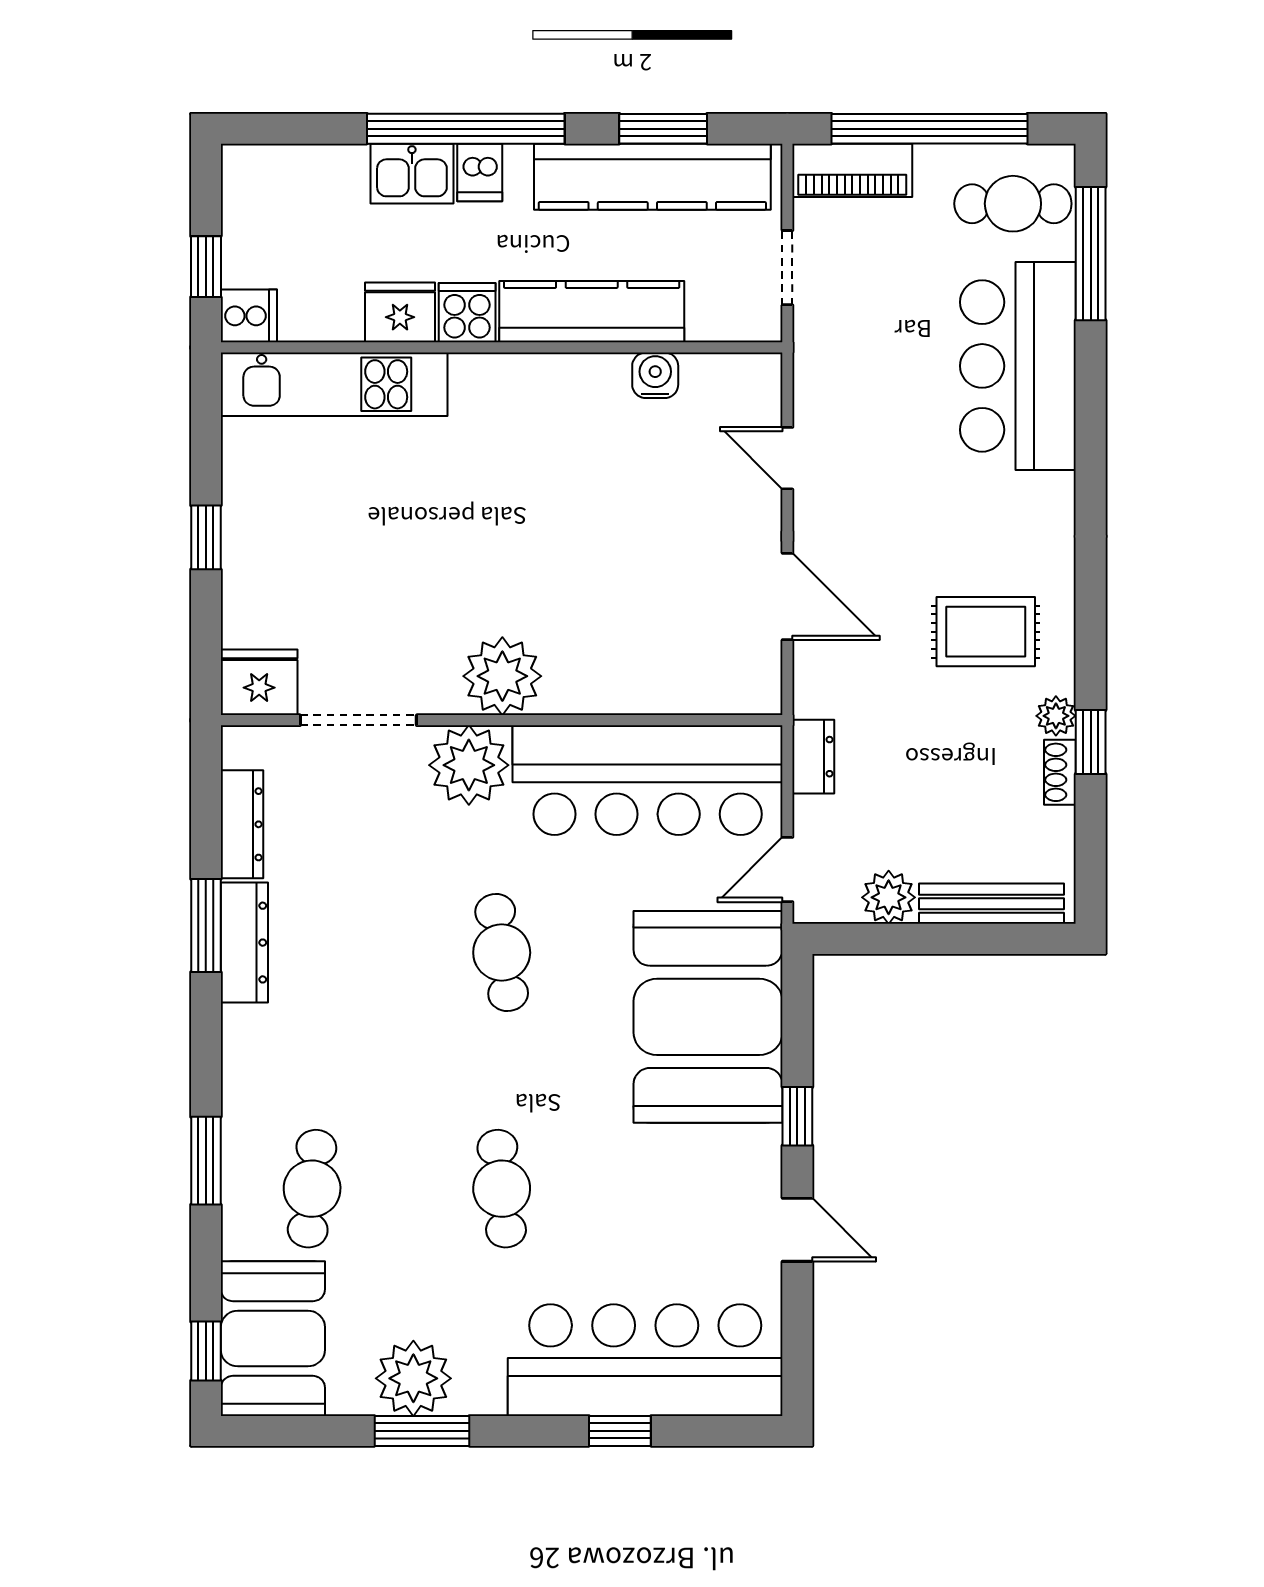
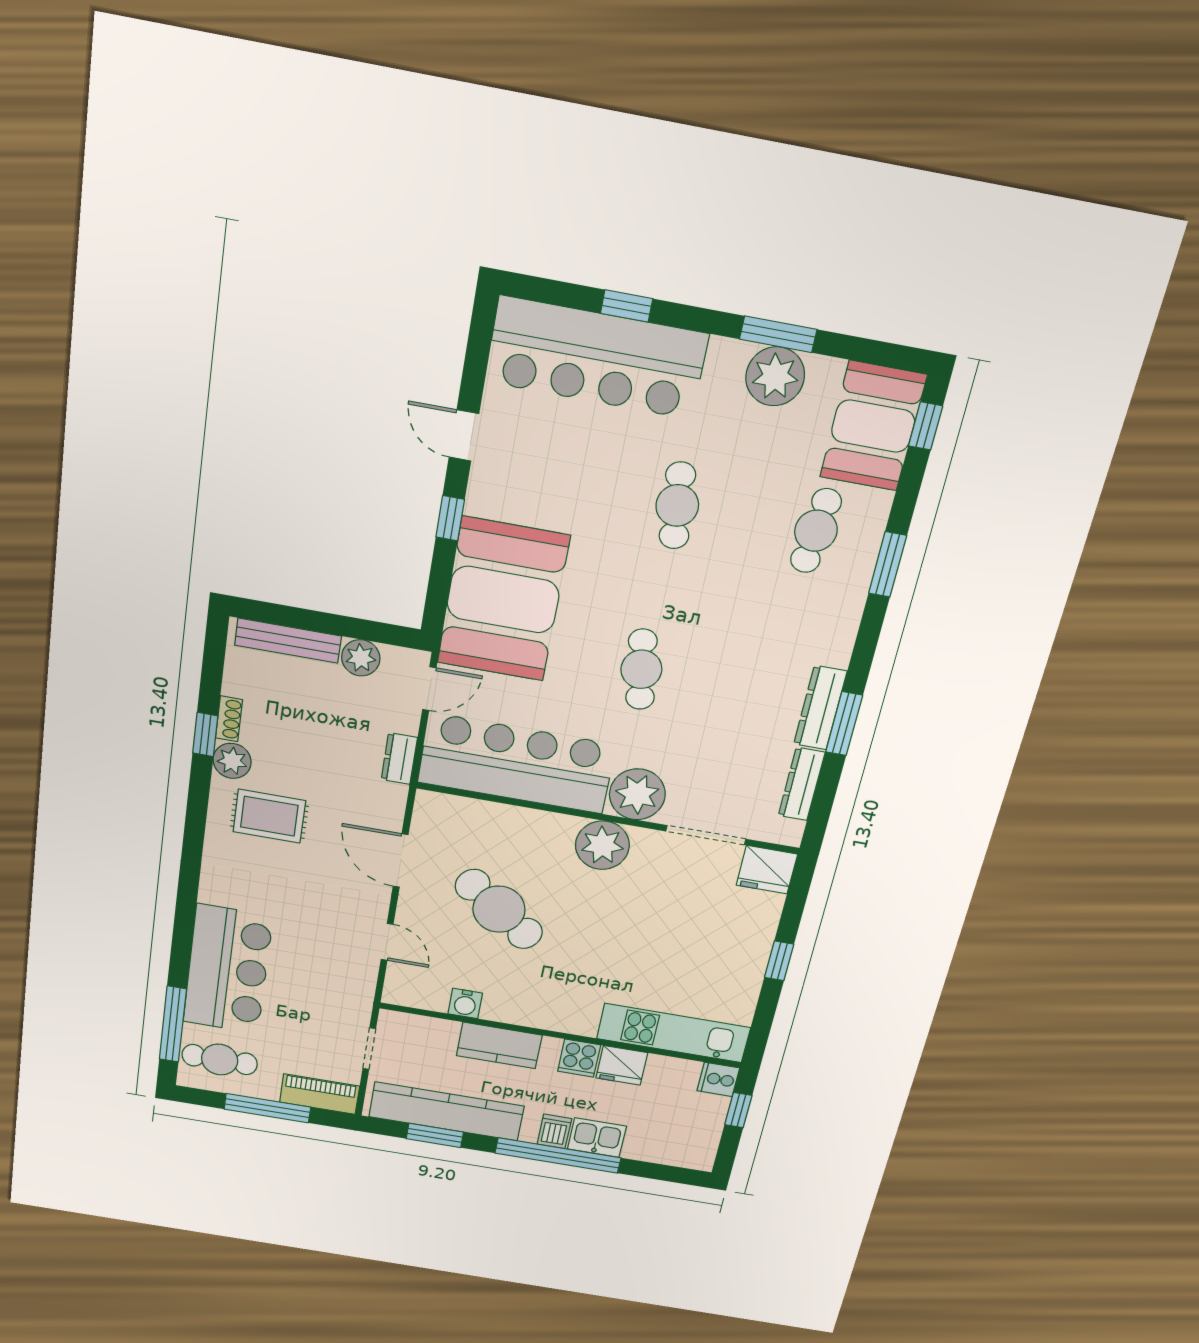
window: (929, 129) -> (267, 1108), width x0.68
kitchen counter: (592, 312) -> (499, 1045), width x0.67
cafe table: (632, 544) -> (499, 909), added
plant: (1056, 716) -> (232, 761), width x1.38, depth x1.38

